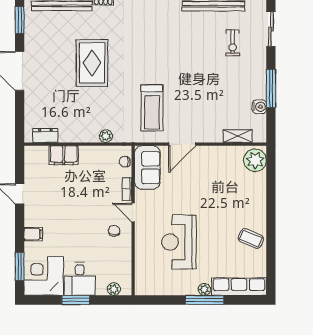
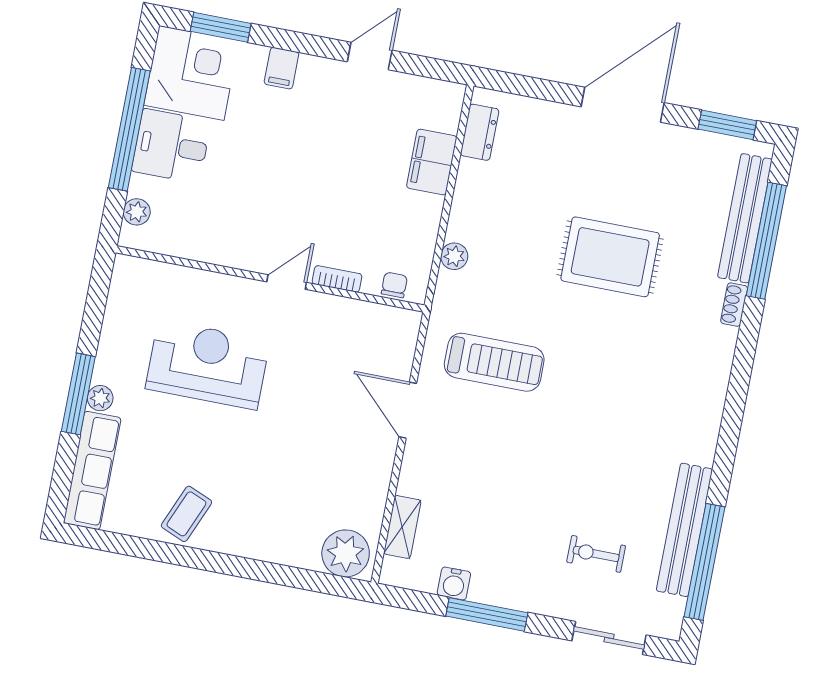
treadmill: (152, 108) -> (494, 362), turned 180
sofa: (147, 168) -> (373, 329), removed
chair: (114, 231) -> (257, 236), removed
window: (76, 300) -> (129, 129), width x2.11

